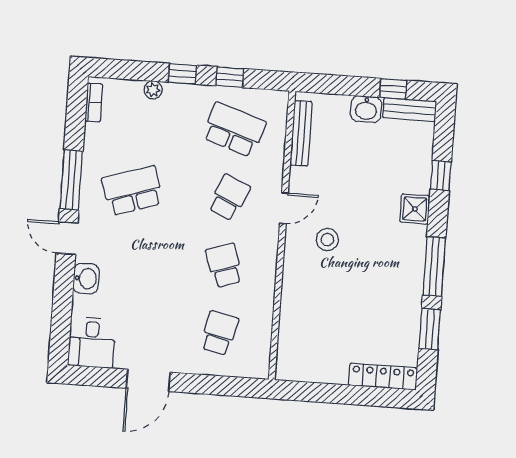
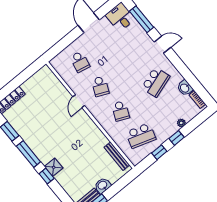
window: (441, 176) -> (47, 176), moved
window: (71, 180) -> (141, 19), moved
door: (284, 208) -> (79, 101), moved
stool: (327, 240) -> (74, 128), removed
school desk: (224, 265) -> (100, 86), turned 42
washbasin: (86, 278) -> (185, 88), moved

